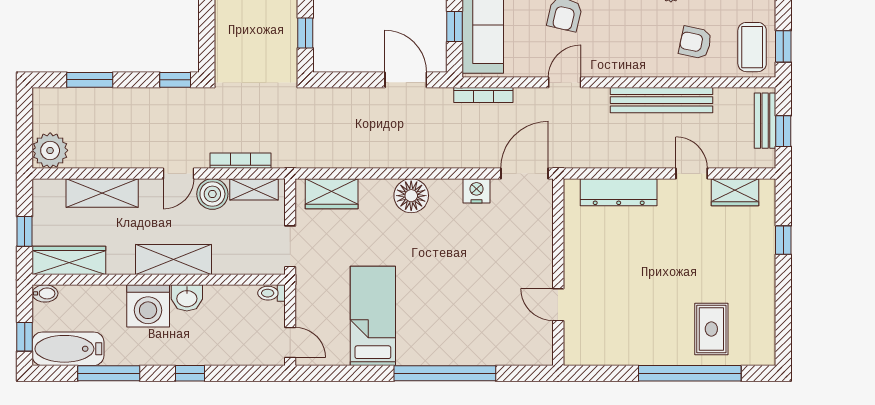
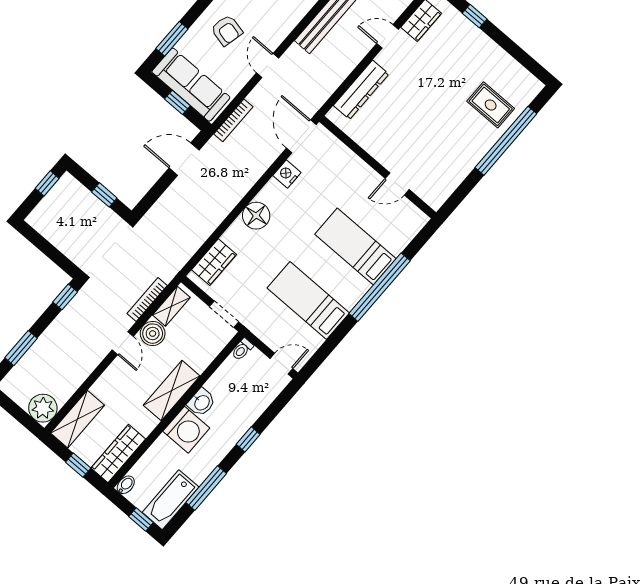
shelving: (102, 193) -> (78, 419), moved
bed: (464, 316) -> (355, 246), added

